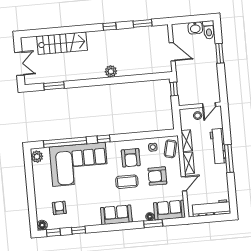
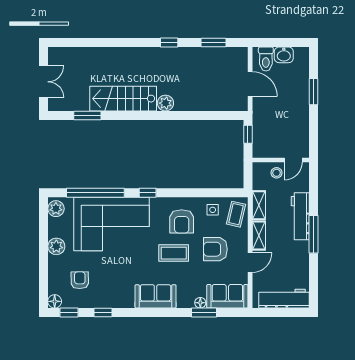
toilet: (209, 30) -> (266, 59), moved
stairs: (62, 43) -> (123, 99), moved, turned 180
plant: (40, 184) -> (56, 246), added

